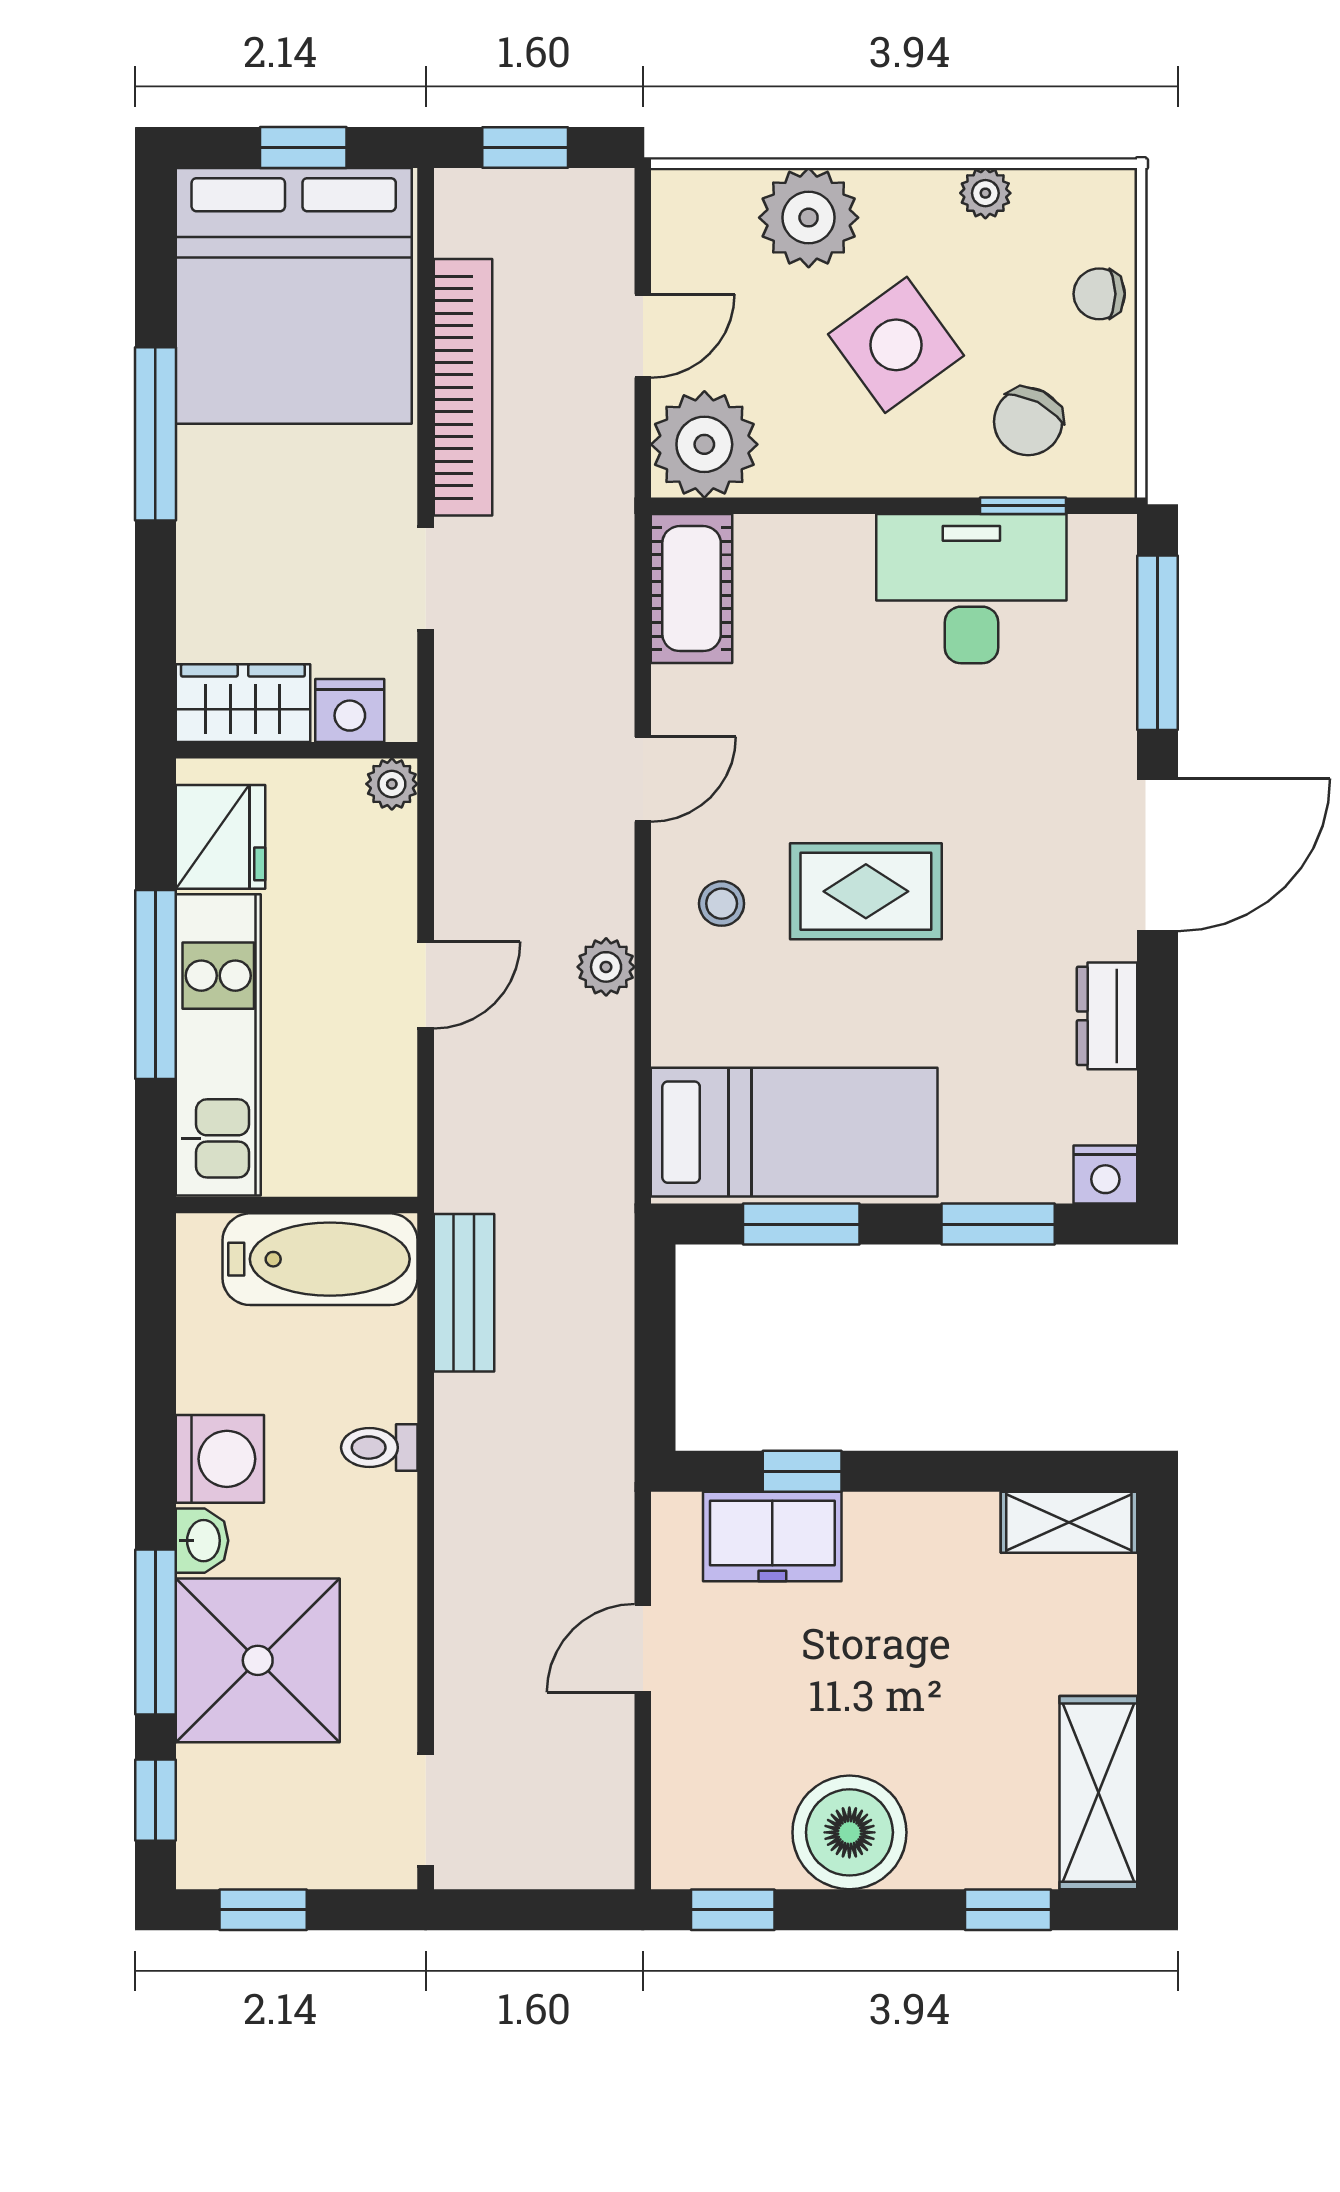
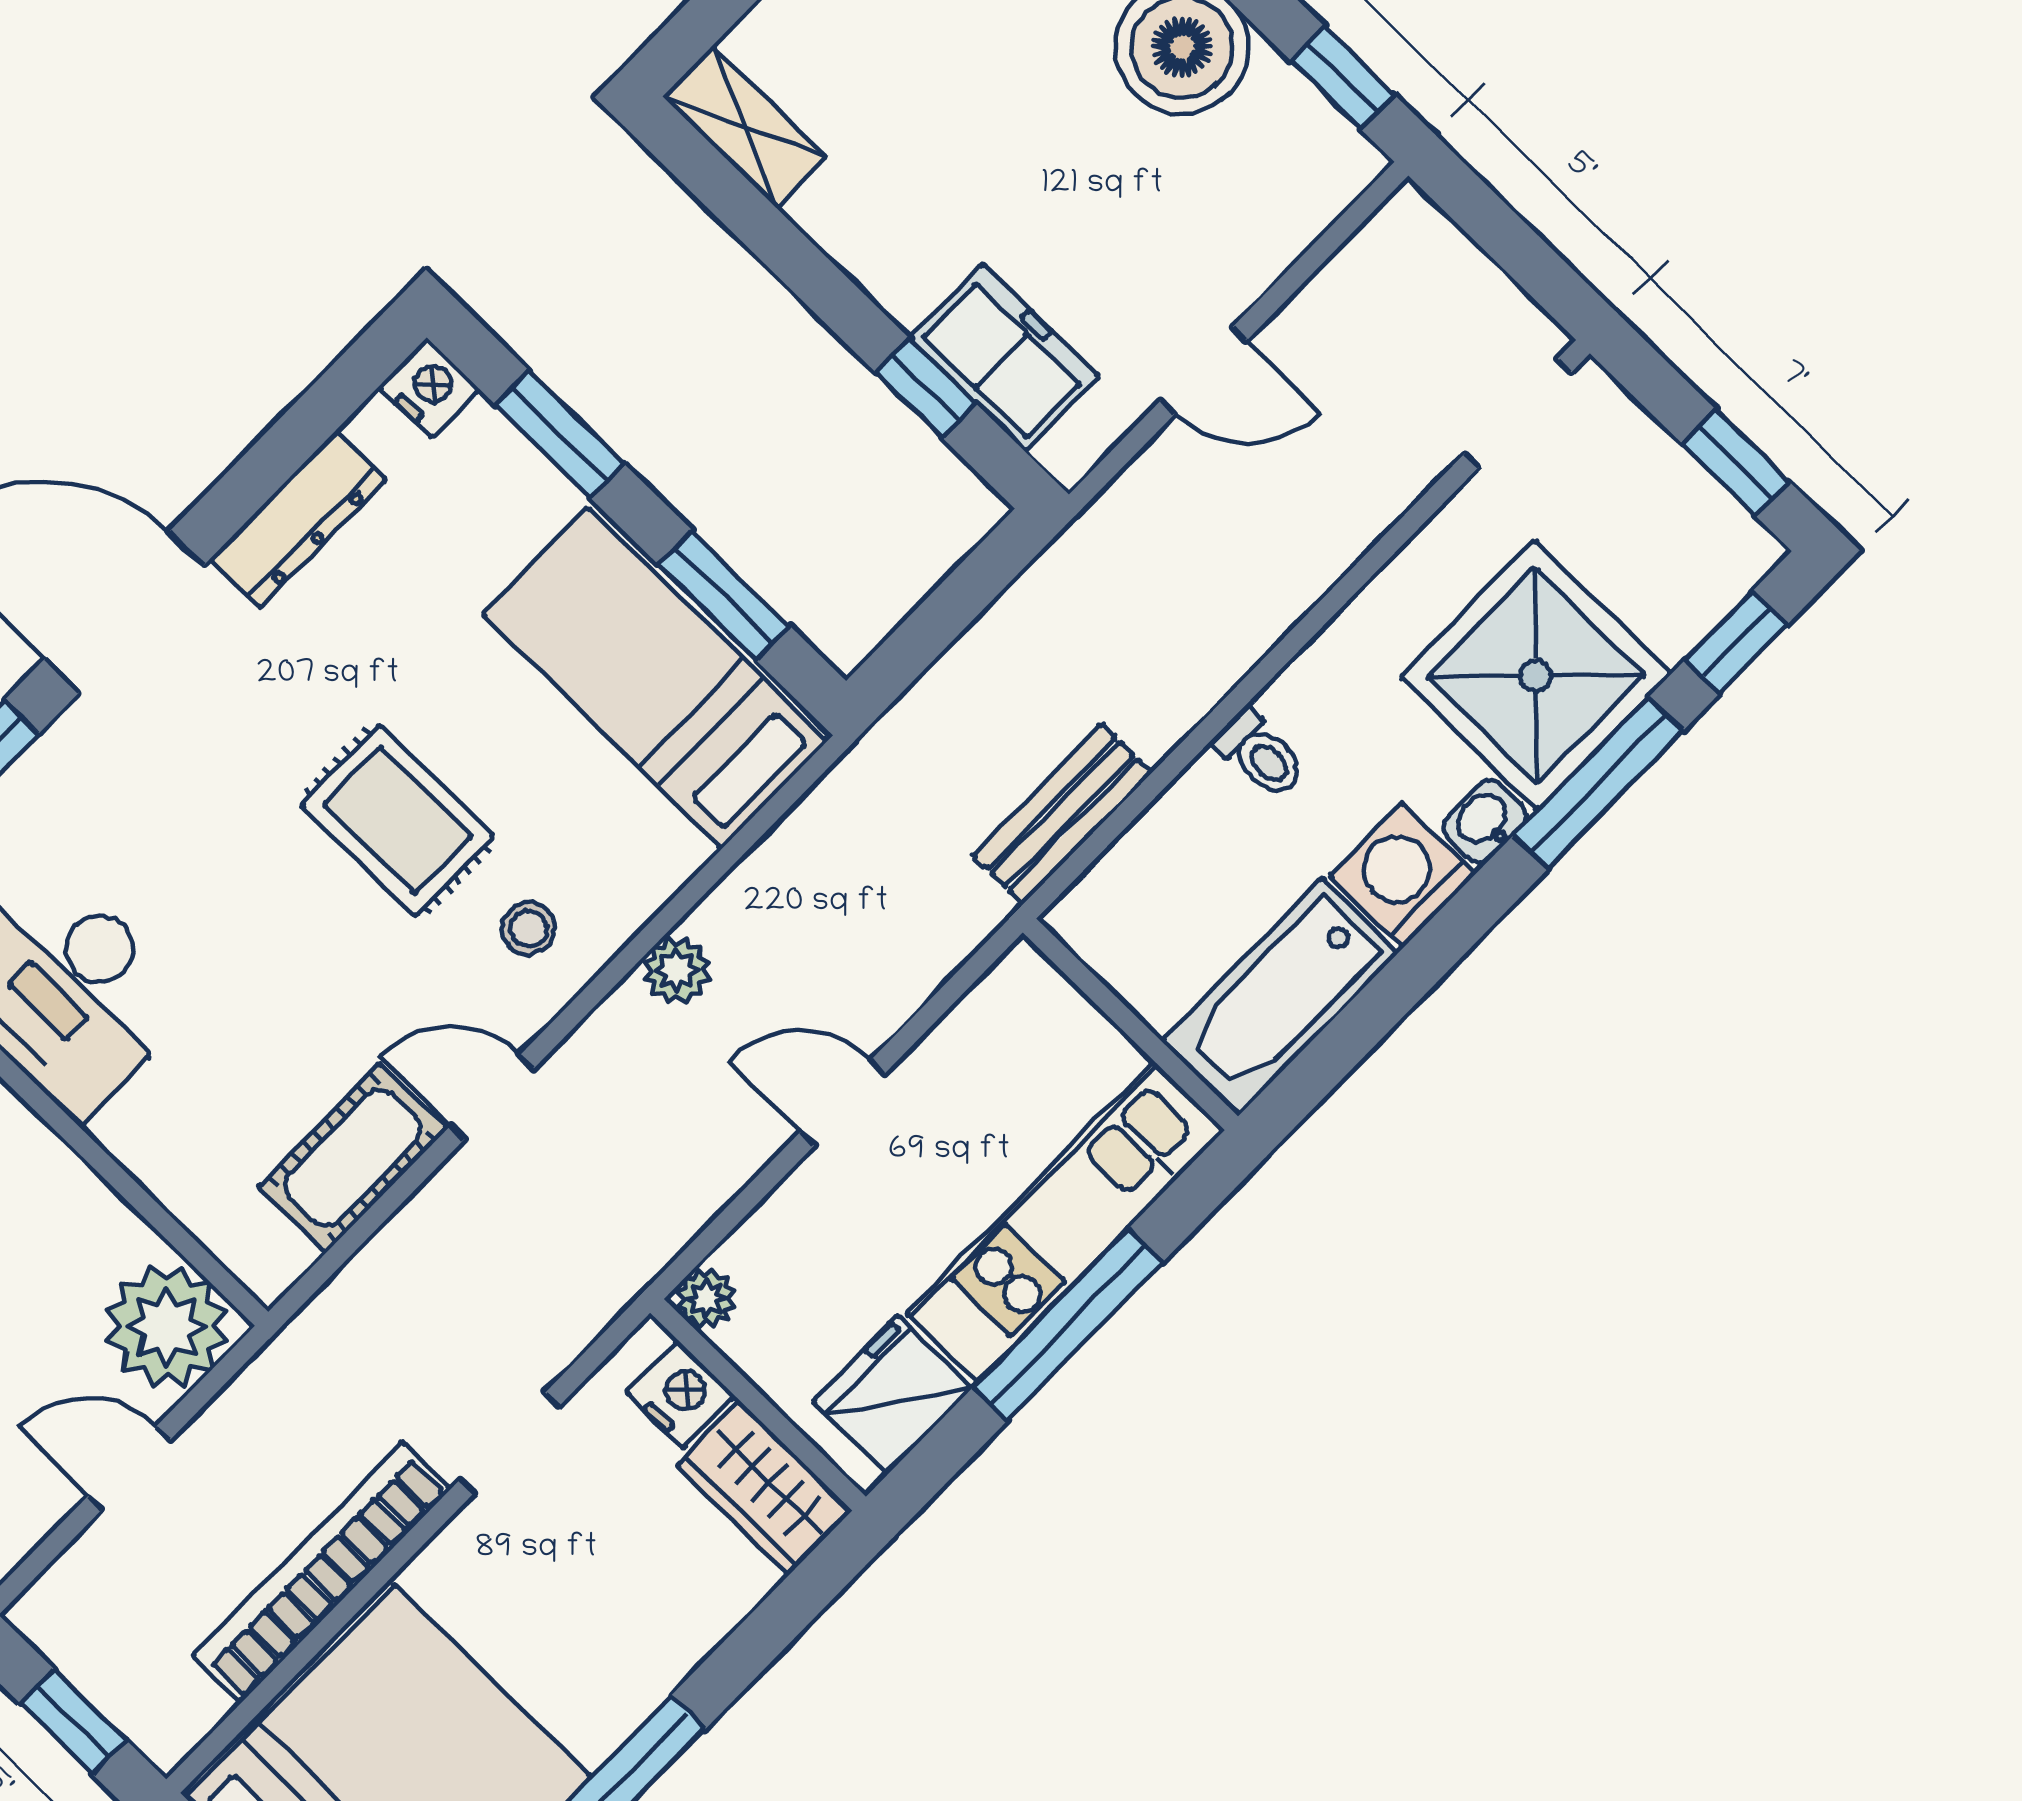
cot: (692, 589) -> (353, 1158), moved
dresser: (1107, 1016) -> (298, 519), width x1.44
bathtub: (320, 1259) -> (1281, 996), moved, turned -90

